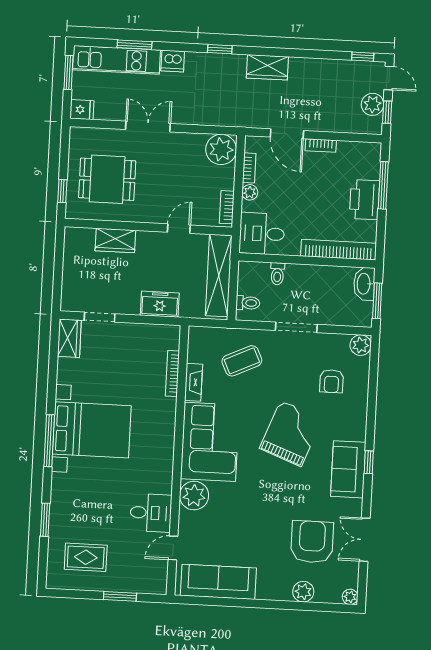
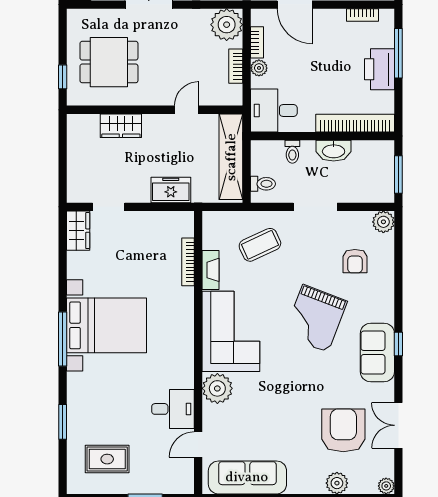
bookcase: (321, 146) -> (362, 15), moved
bookcase: (227, 207) -> (236, 66), moved
washbasin: (364, 284) -> (334, 151), moved, turned -90
grand piano: (291, 434) -> (315, 318), turned 180

